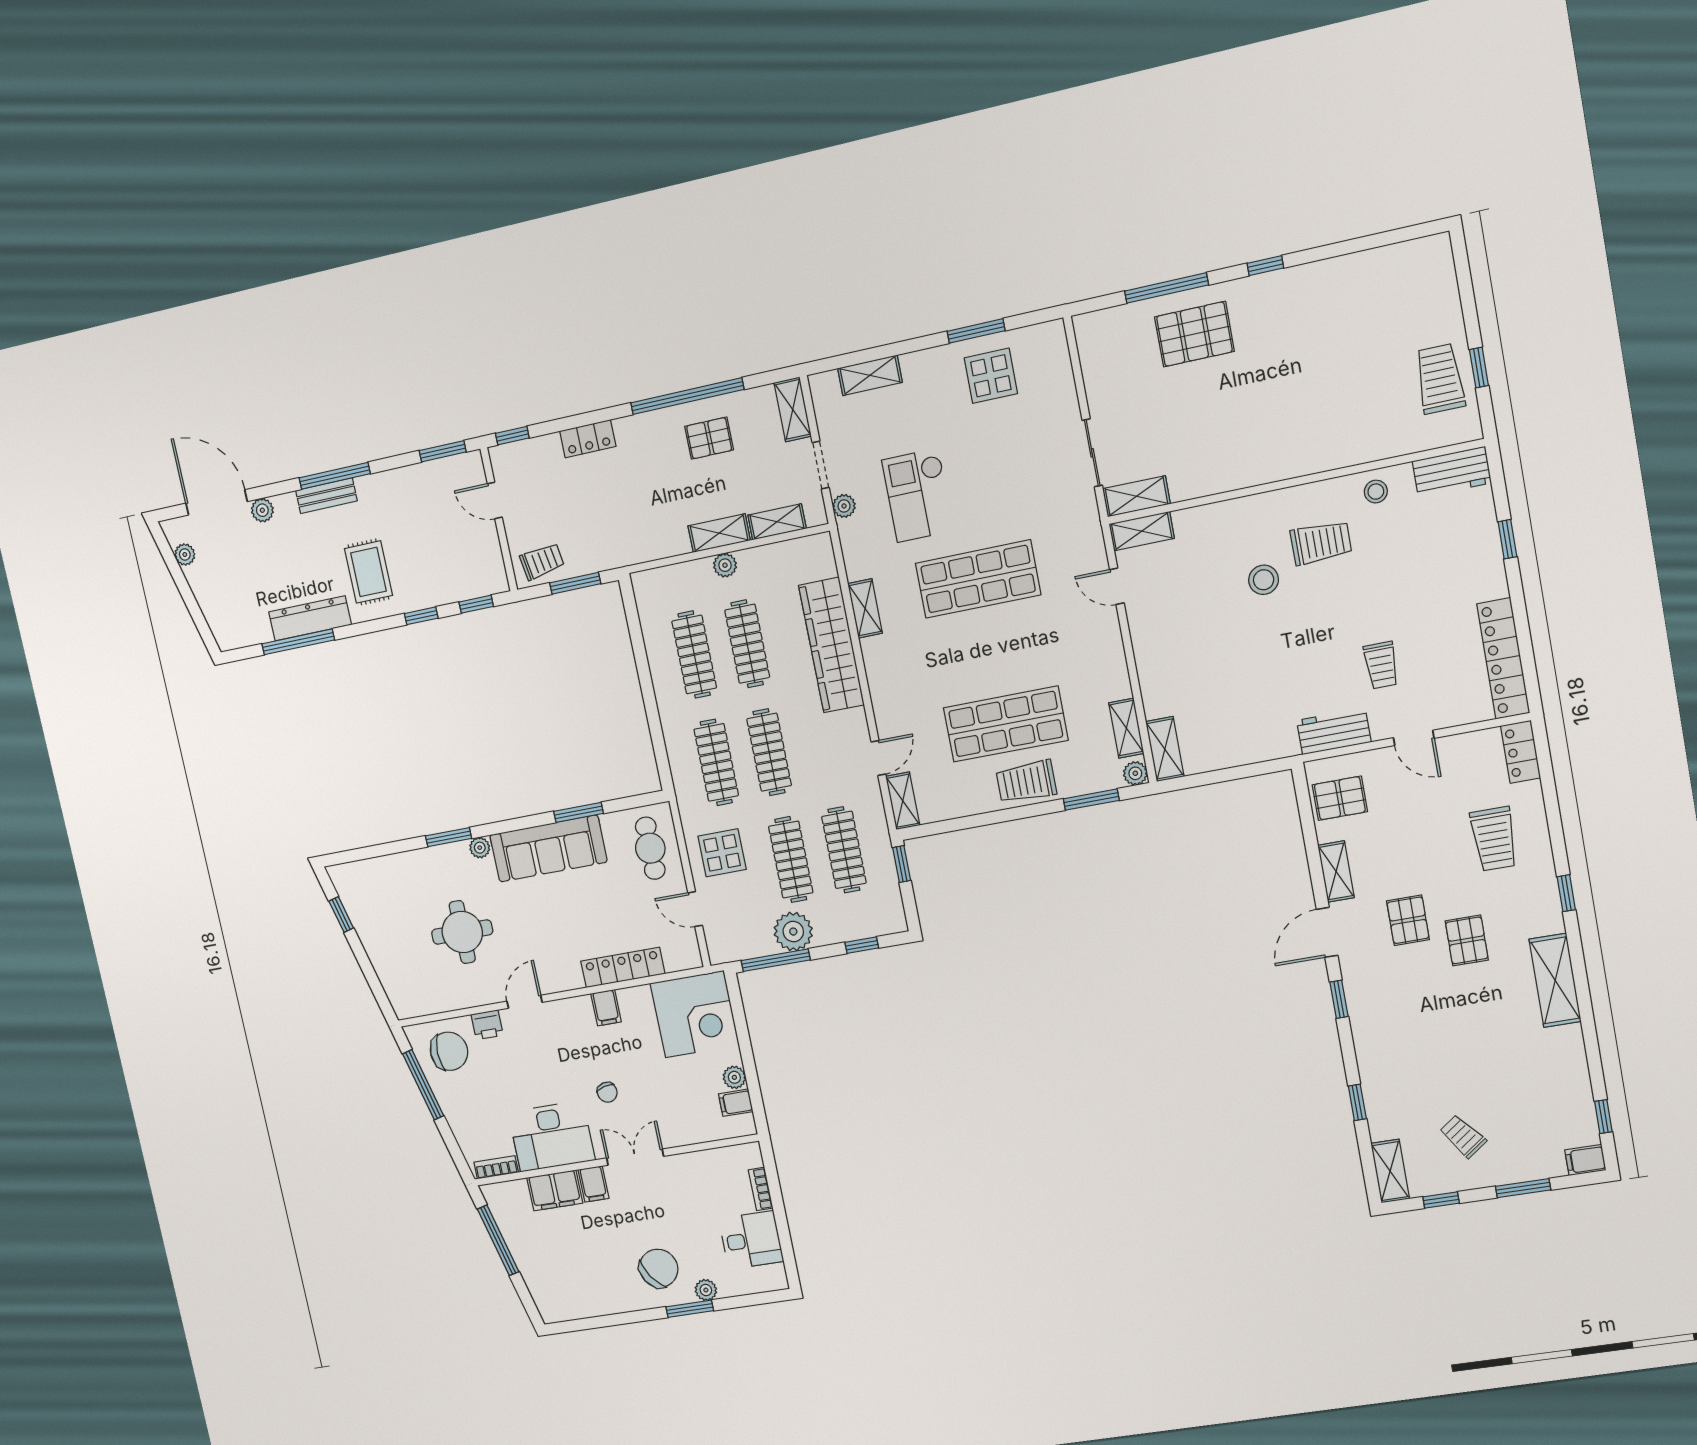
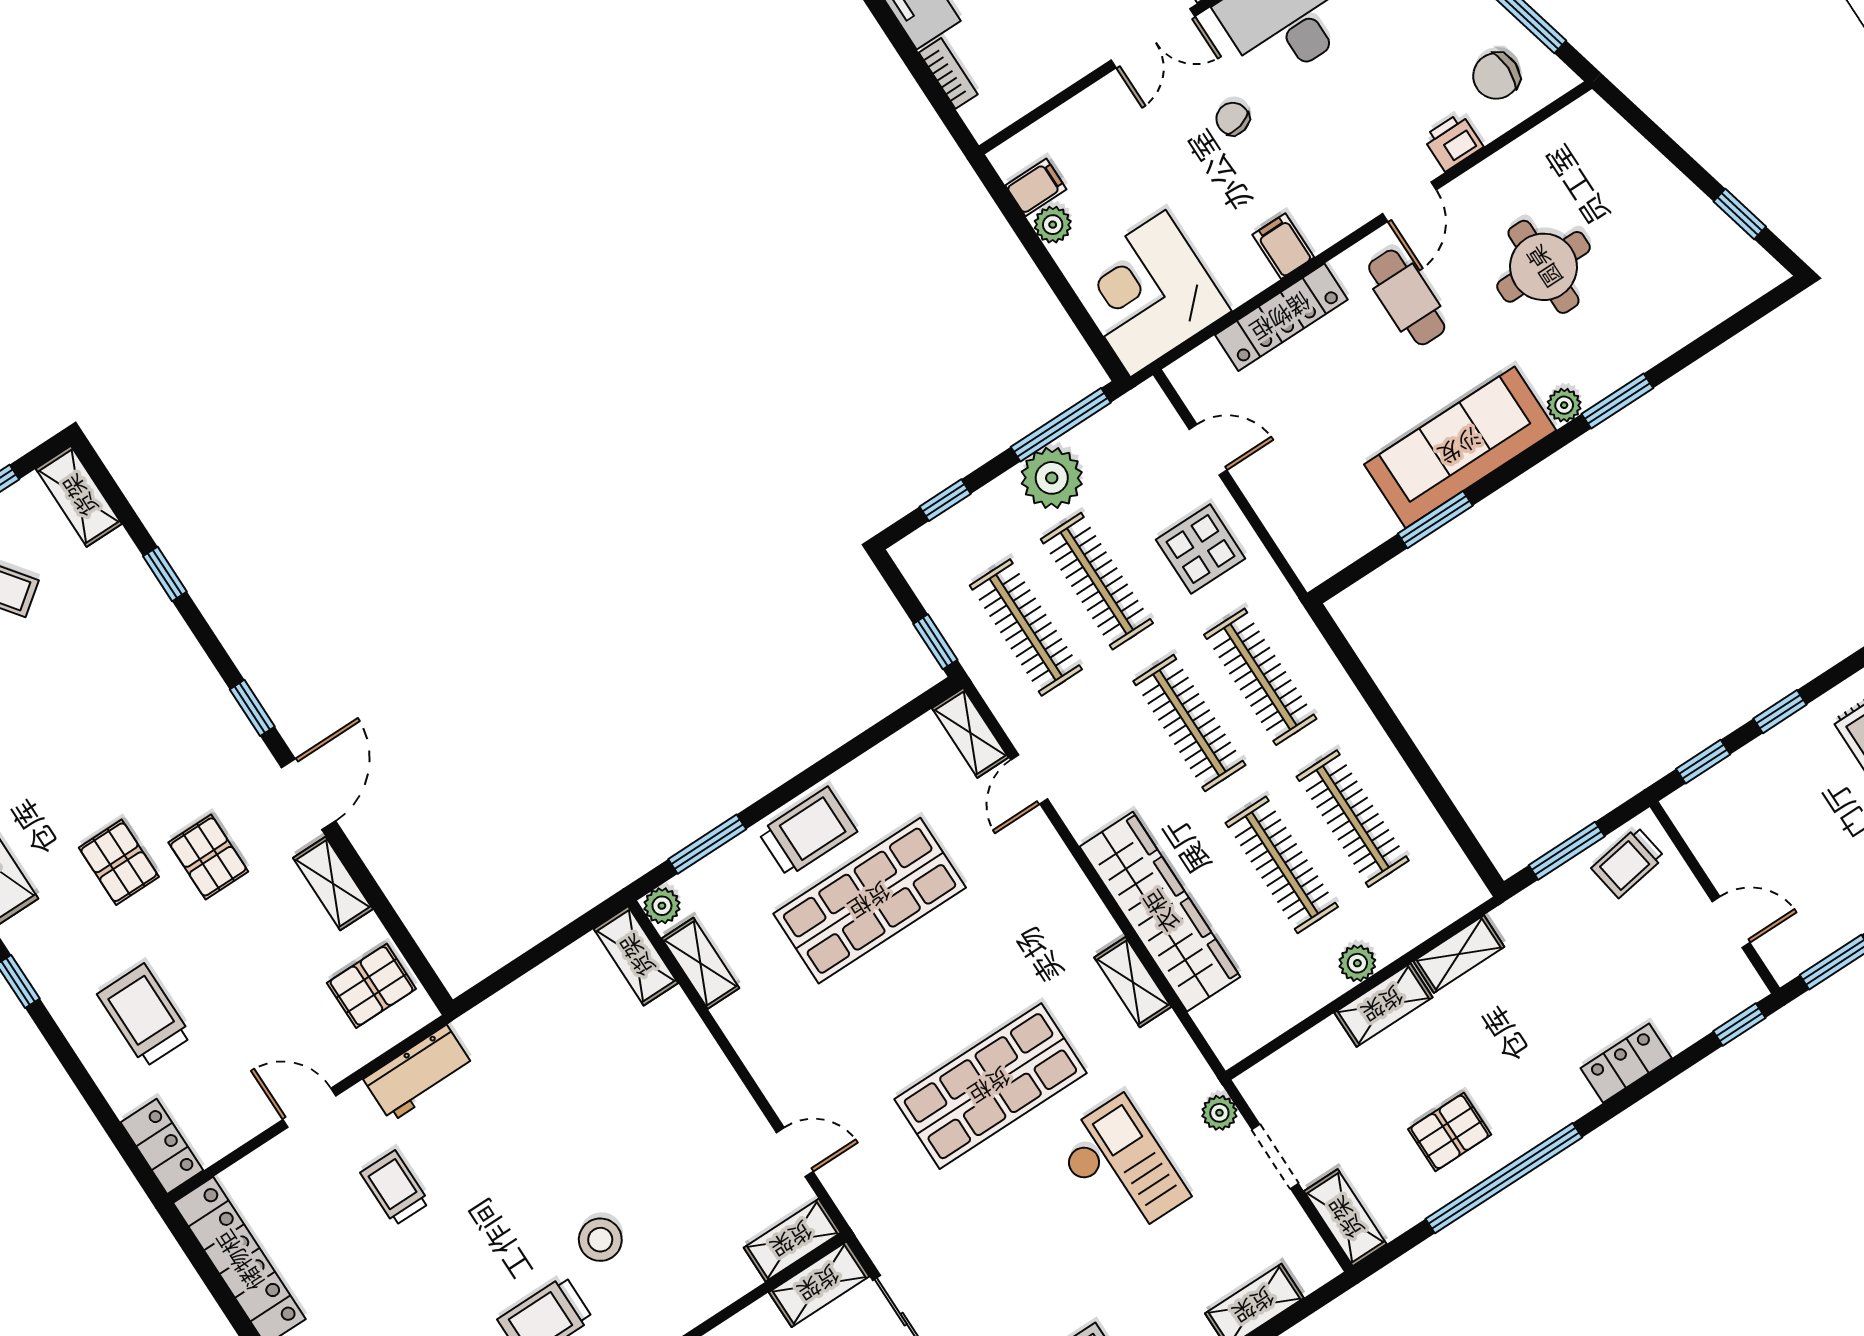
shelving: (777, 522) -> (1459, 954), moved
cafe table: (650, 848) -> (1407, 297), moved
chair: (449, 1051) -> (1496, 76), width x0.73, depth x0.73

